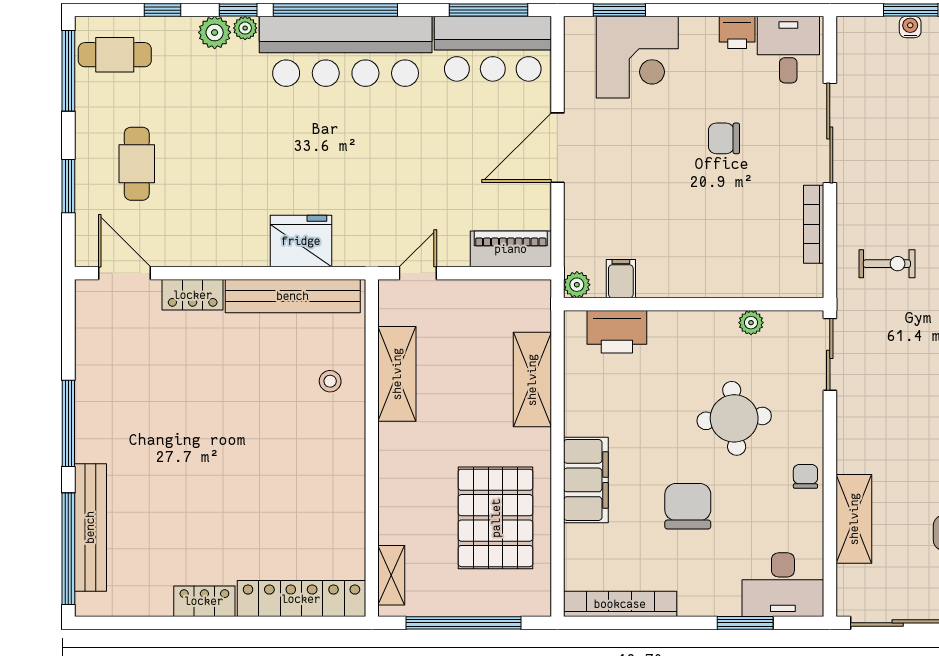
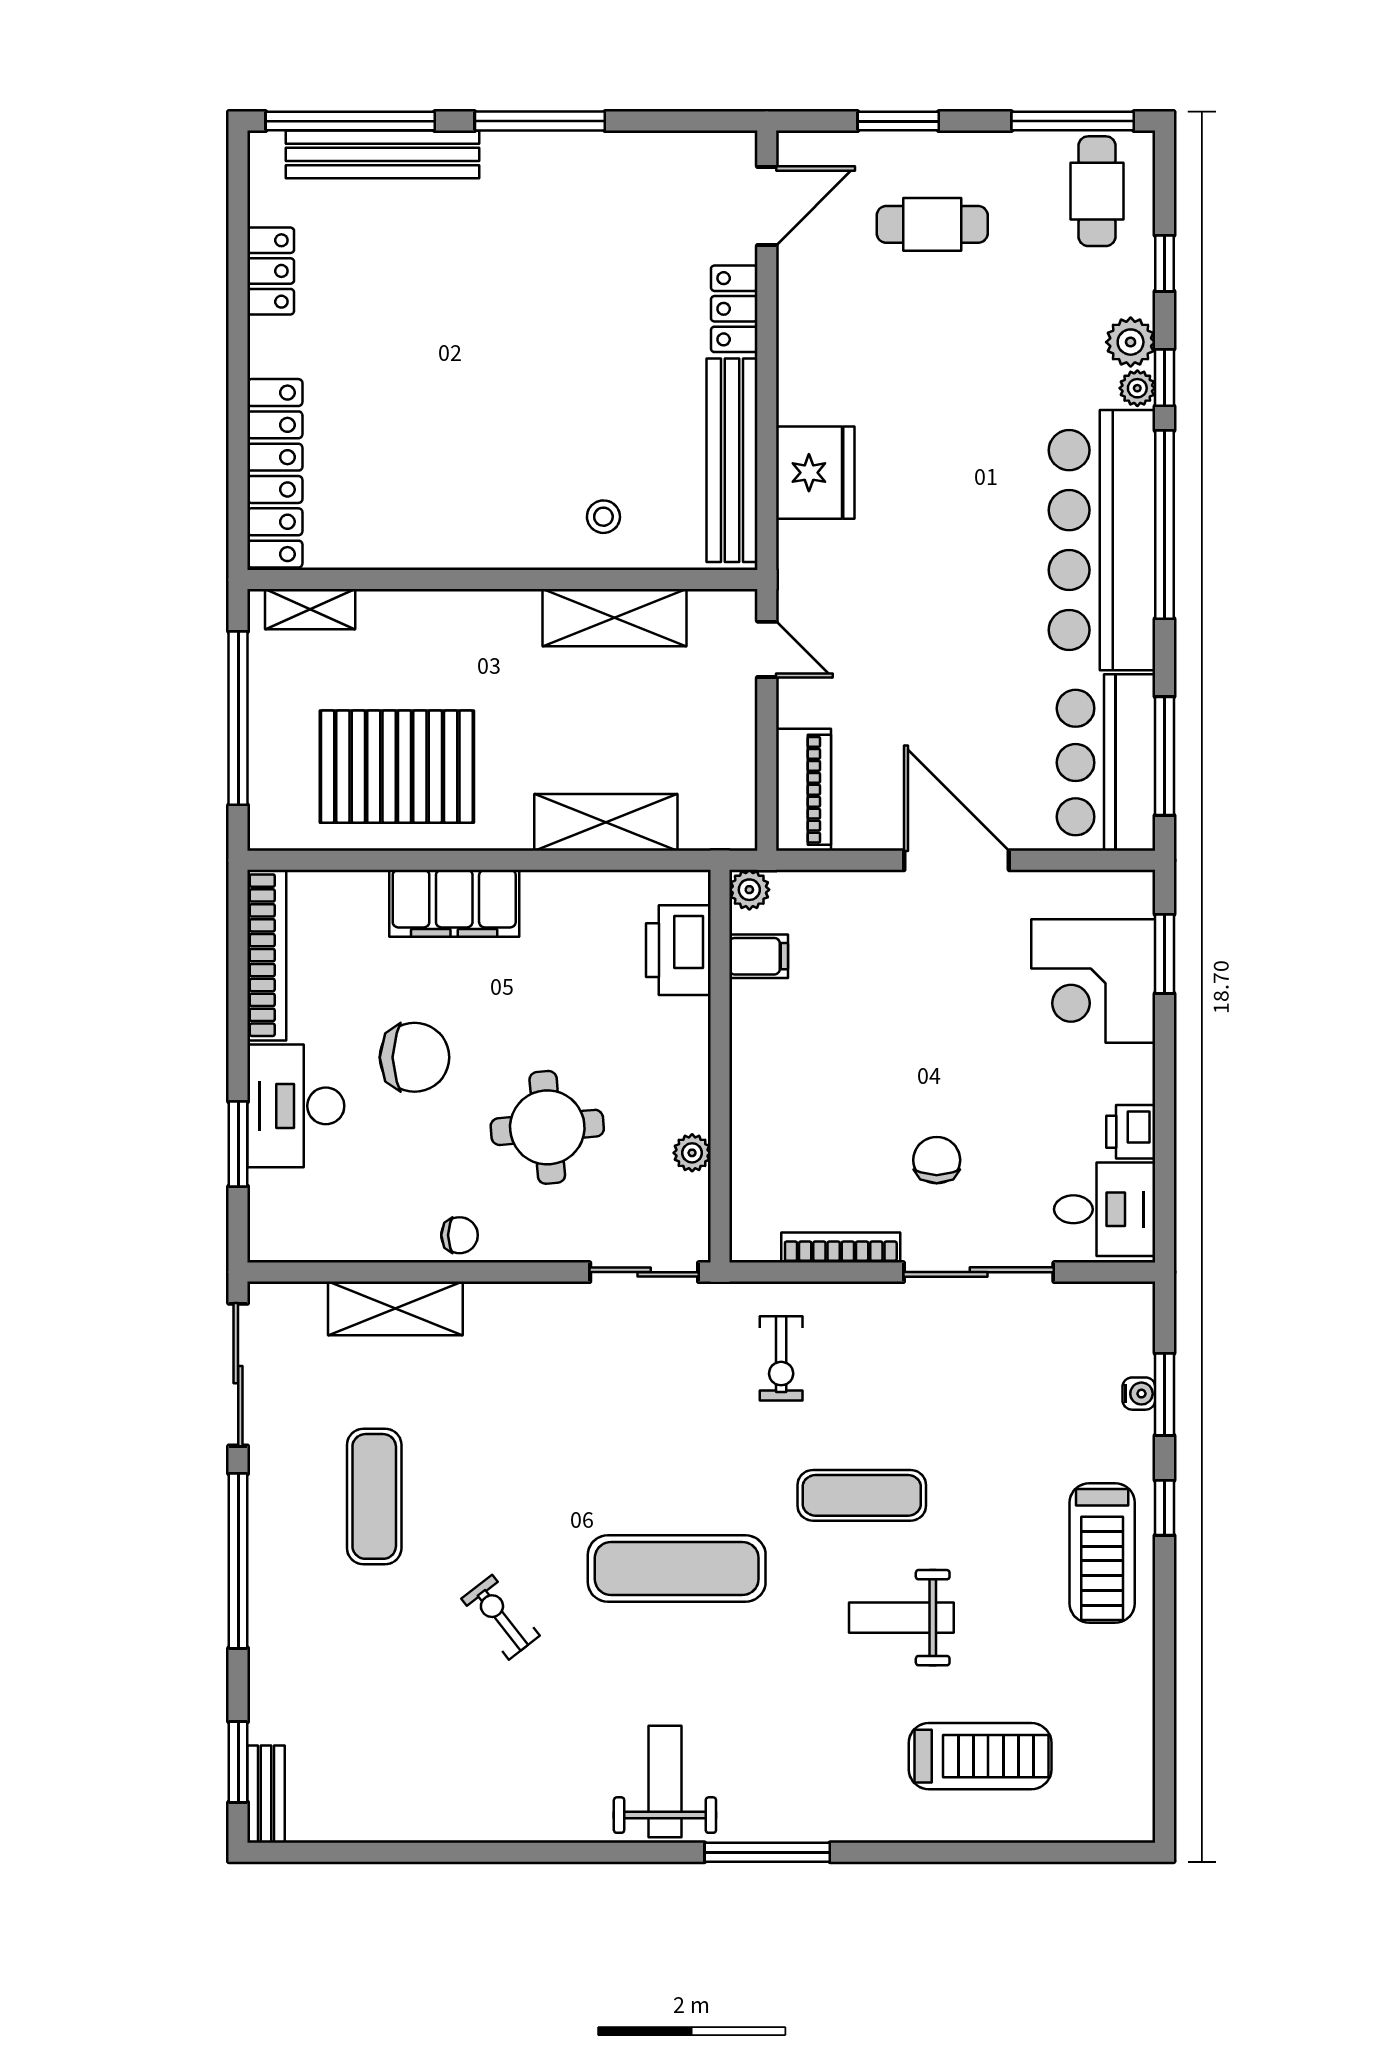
chair: (724, 138) -> (937, 1160), moved
desk: (783, 585) -> (296, 1106), moved
locker: (204, 601) -> (271, 271), moved

